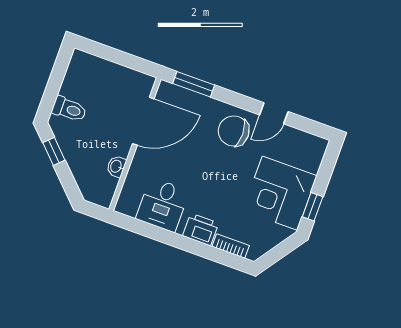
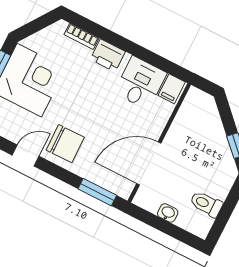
toilet: (69, 109) -> (206, 204), moved
washbasin: (116, 166) -> (168, 213), moved, turned -90
filing cabinet: (129, 203) -> (172, 89), added

